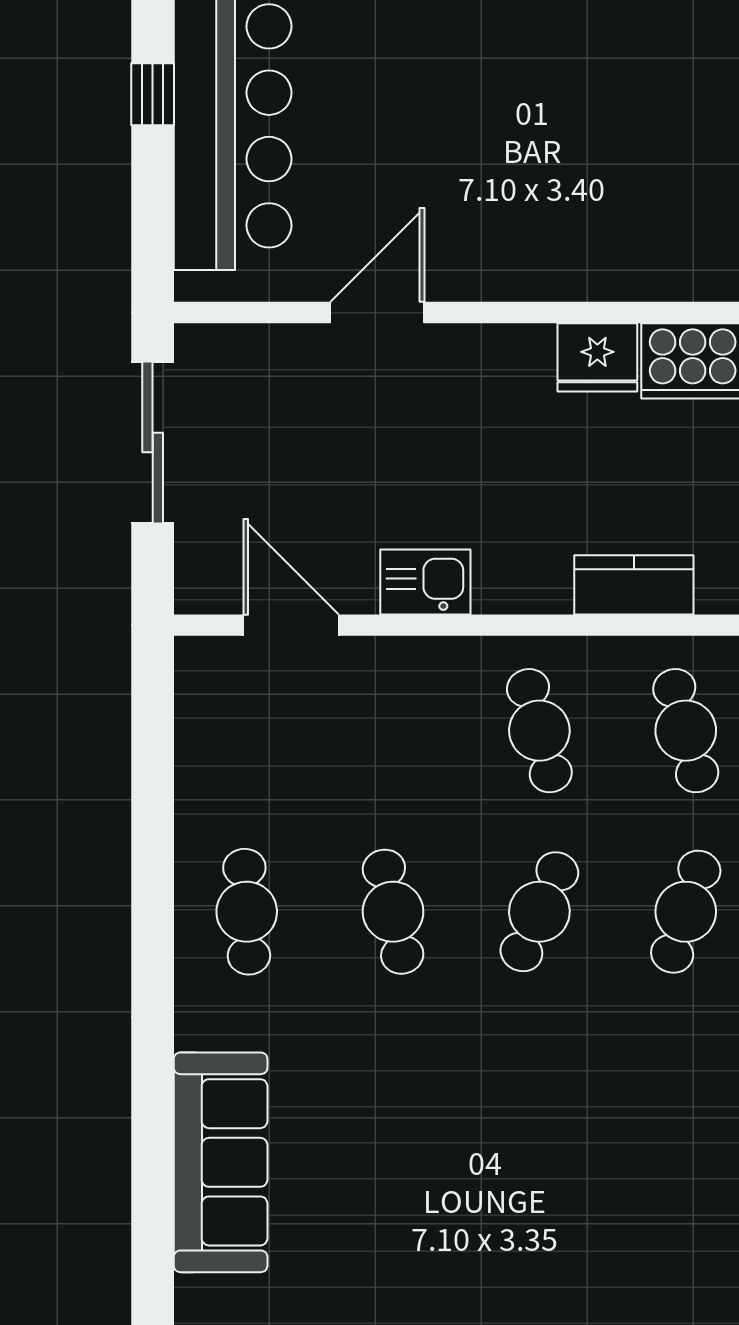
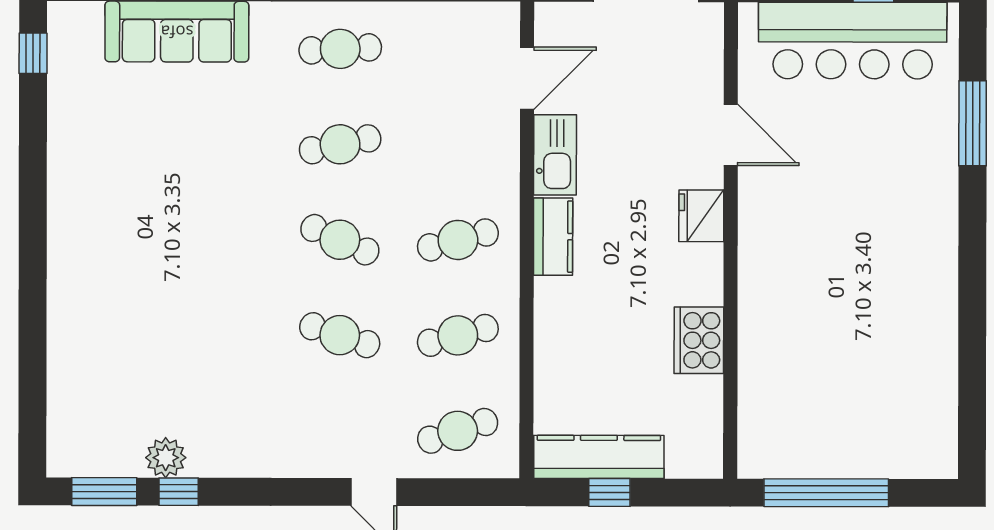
fridge: (597, 357) -> (701, 216), moved
kitchen sink: (425, 582) -> (555, 155), width x1.38
kitchen counter: (634, 585) -> (553, 237), moved

